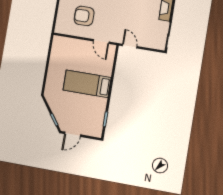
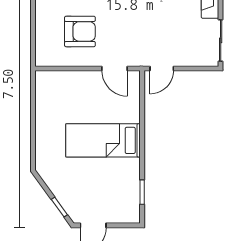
armchair: (84, 16) -> (80, 31), turned 180
door: (130, 46) -> (162, 68), swing flipped

